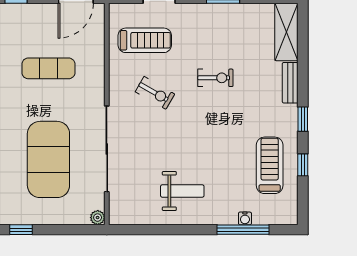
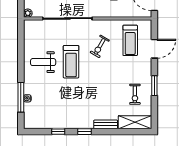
exercise bike: (215, 78) -> (135, 94), moved
treadmill: (270, 165) -> (71, 62), moved, turned 90
weight bench: (182, 191) -> (43, 62), turned 90

